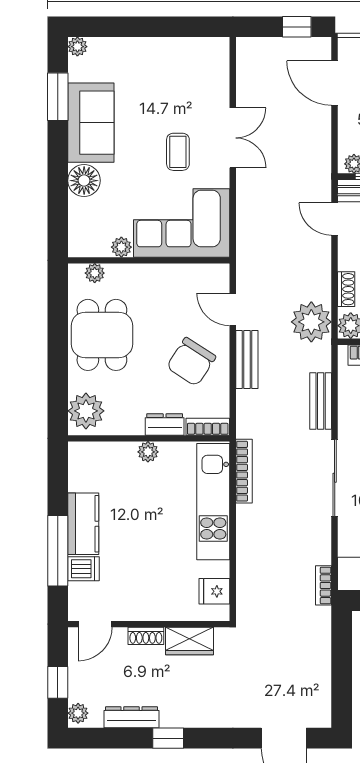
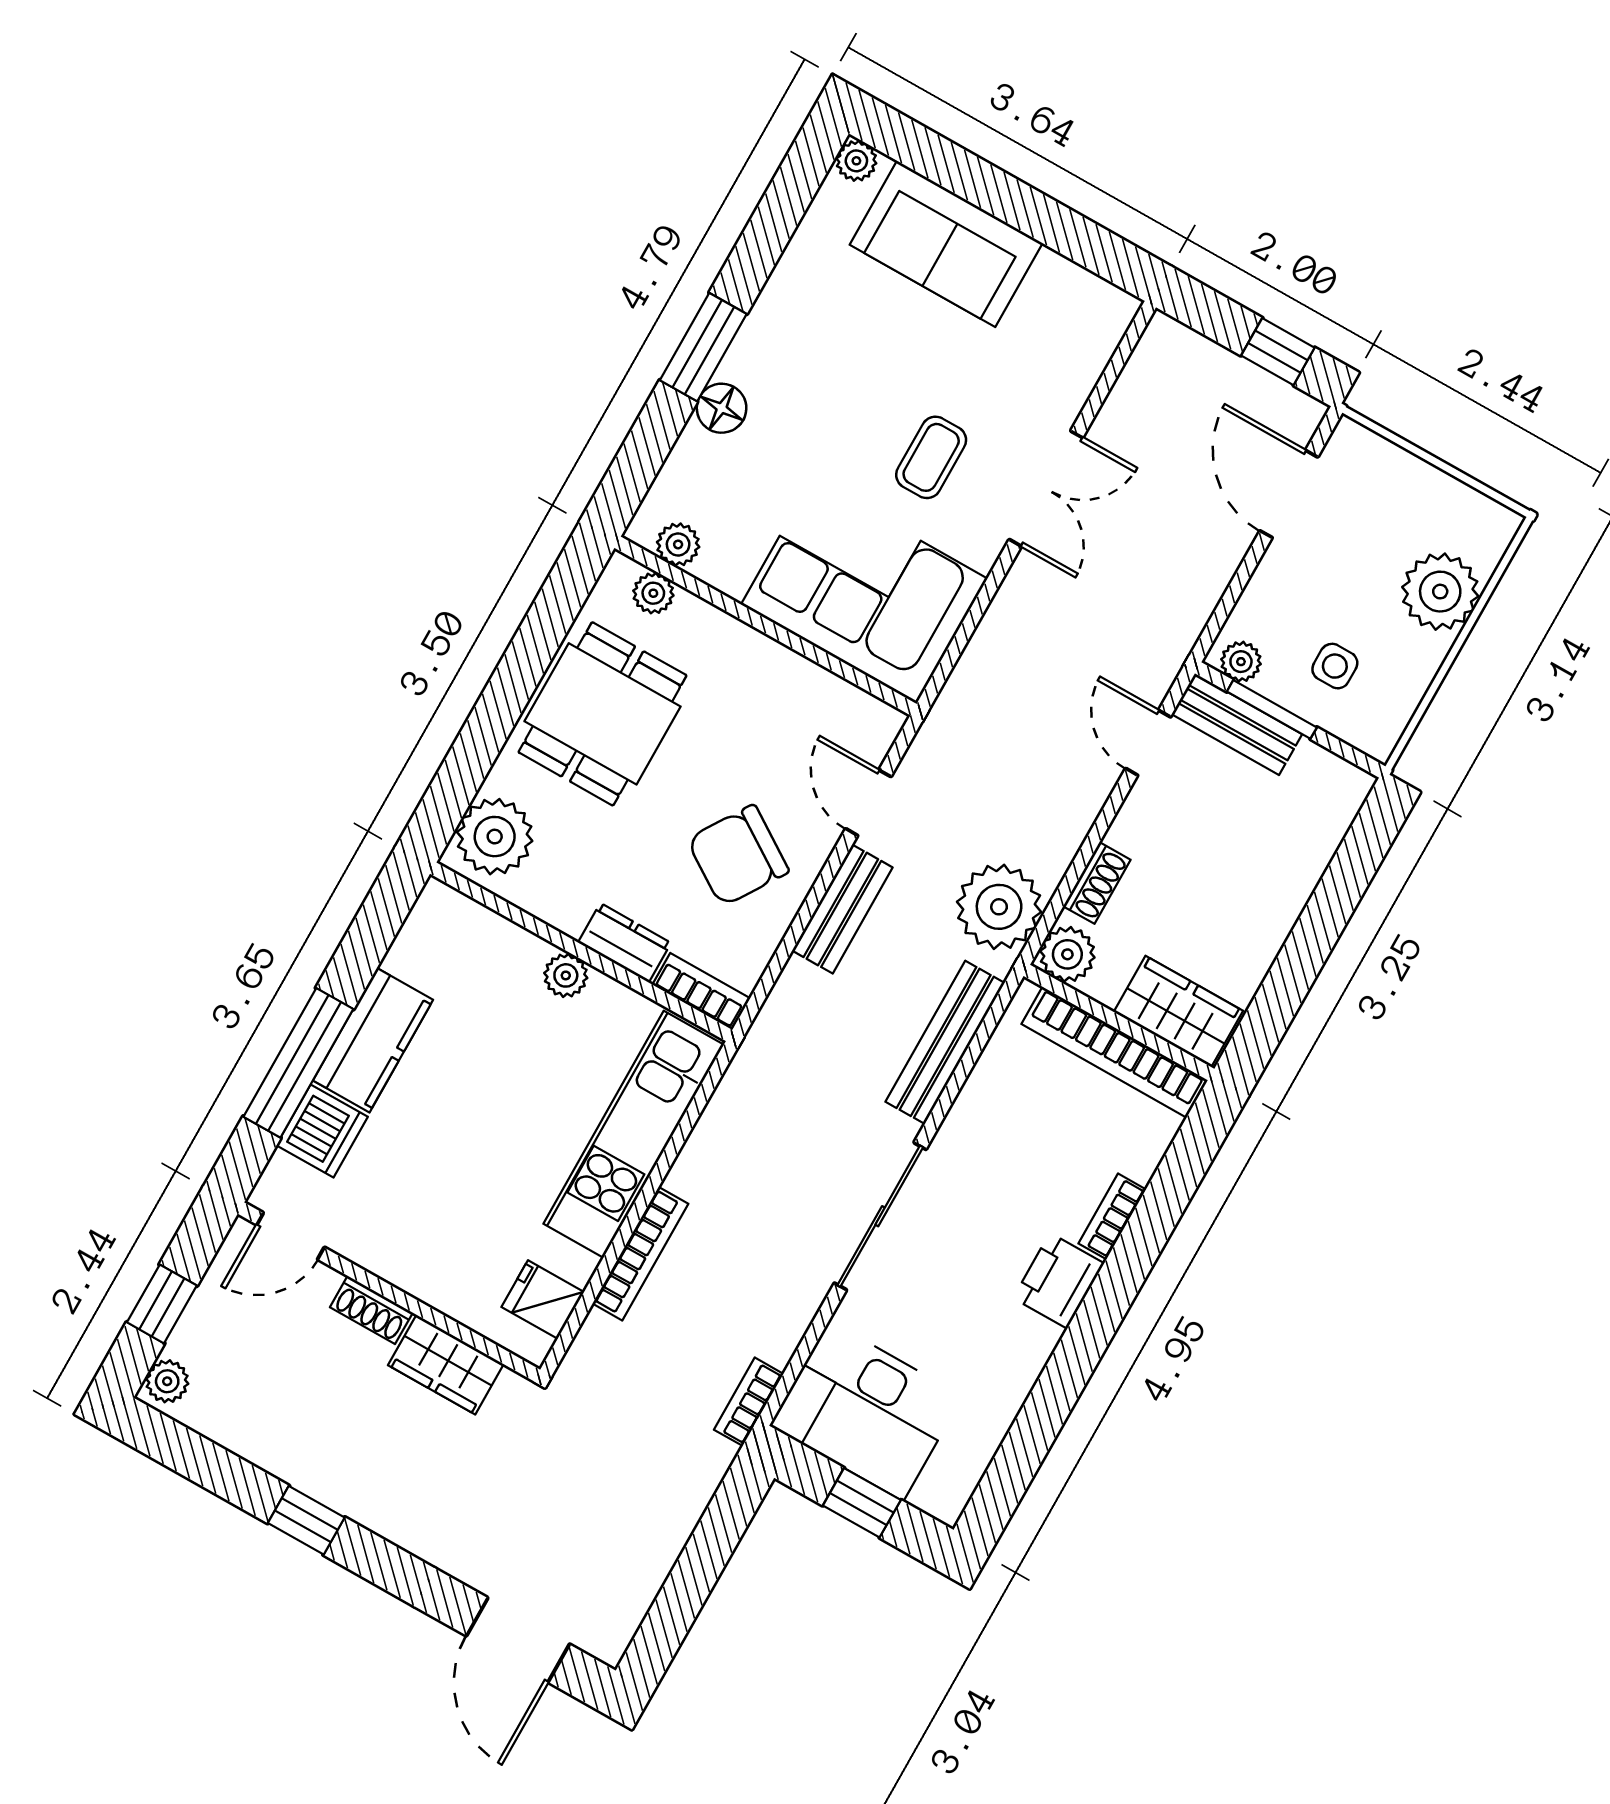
window: (58, 97) -> (703, 347), moved
sofa: (91, 123) -> (946, 244), moved, turned 90
floor lamp: (84, 181) -> (722, 408), width x0.73, depth x0.73
plant: (121, 247) -> (678, 544), moved
bench: (321, 401) -> (945, 1042), width x1.36
bookcase: (244, 471) -> (640, 1254), moved
dishwasher: (83, 569) -> (322, 1131), width x1.38
dresser: (131, 717) -> (261, 1444), removed

